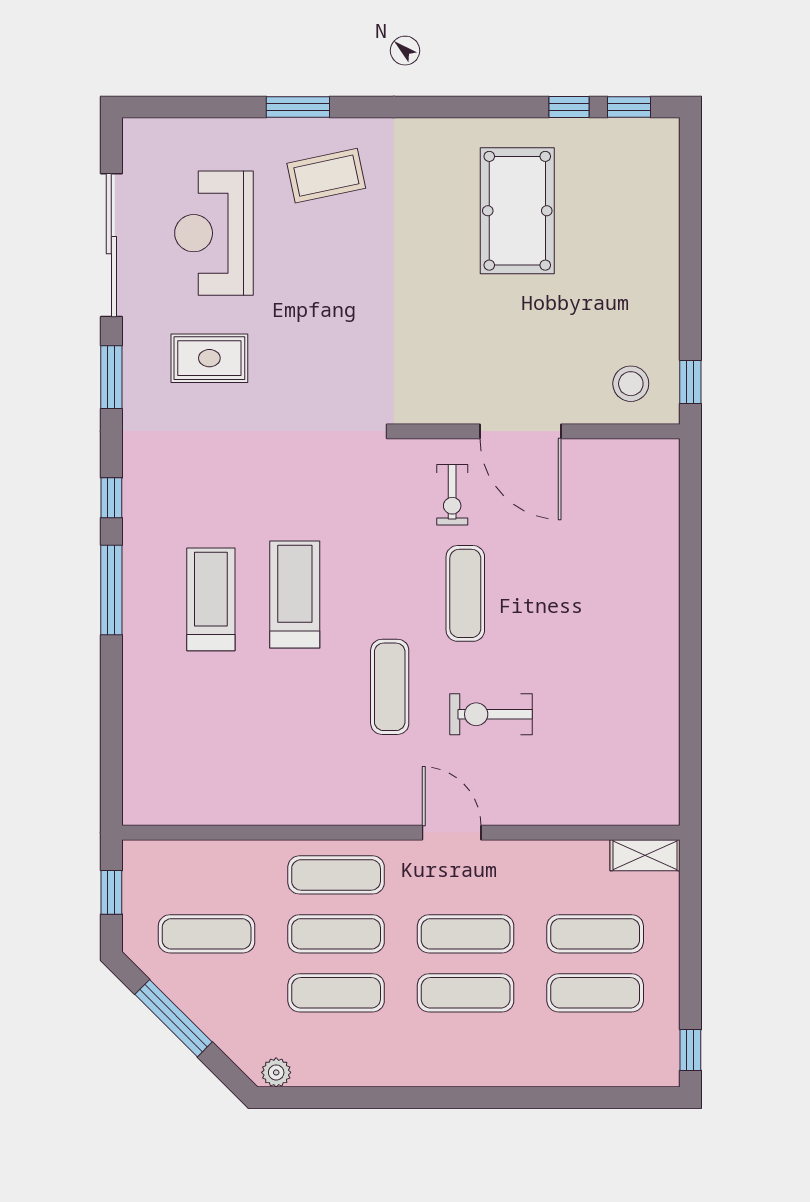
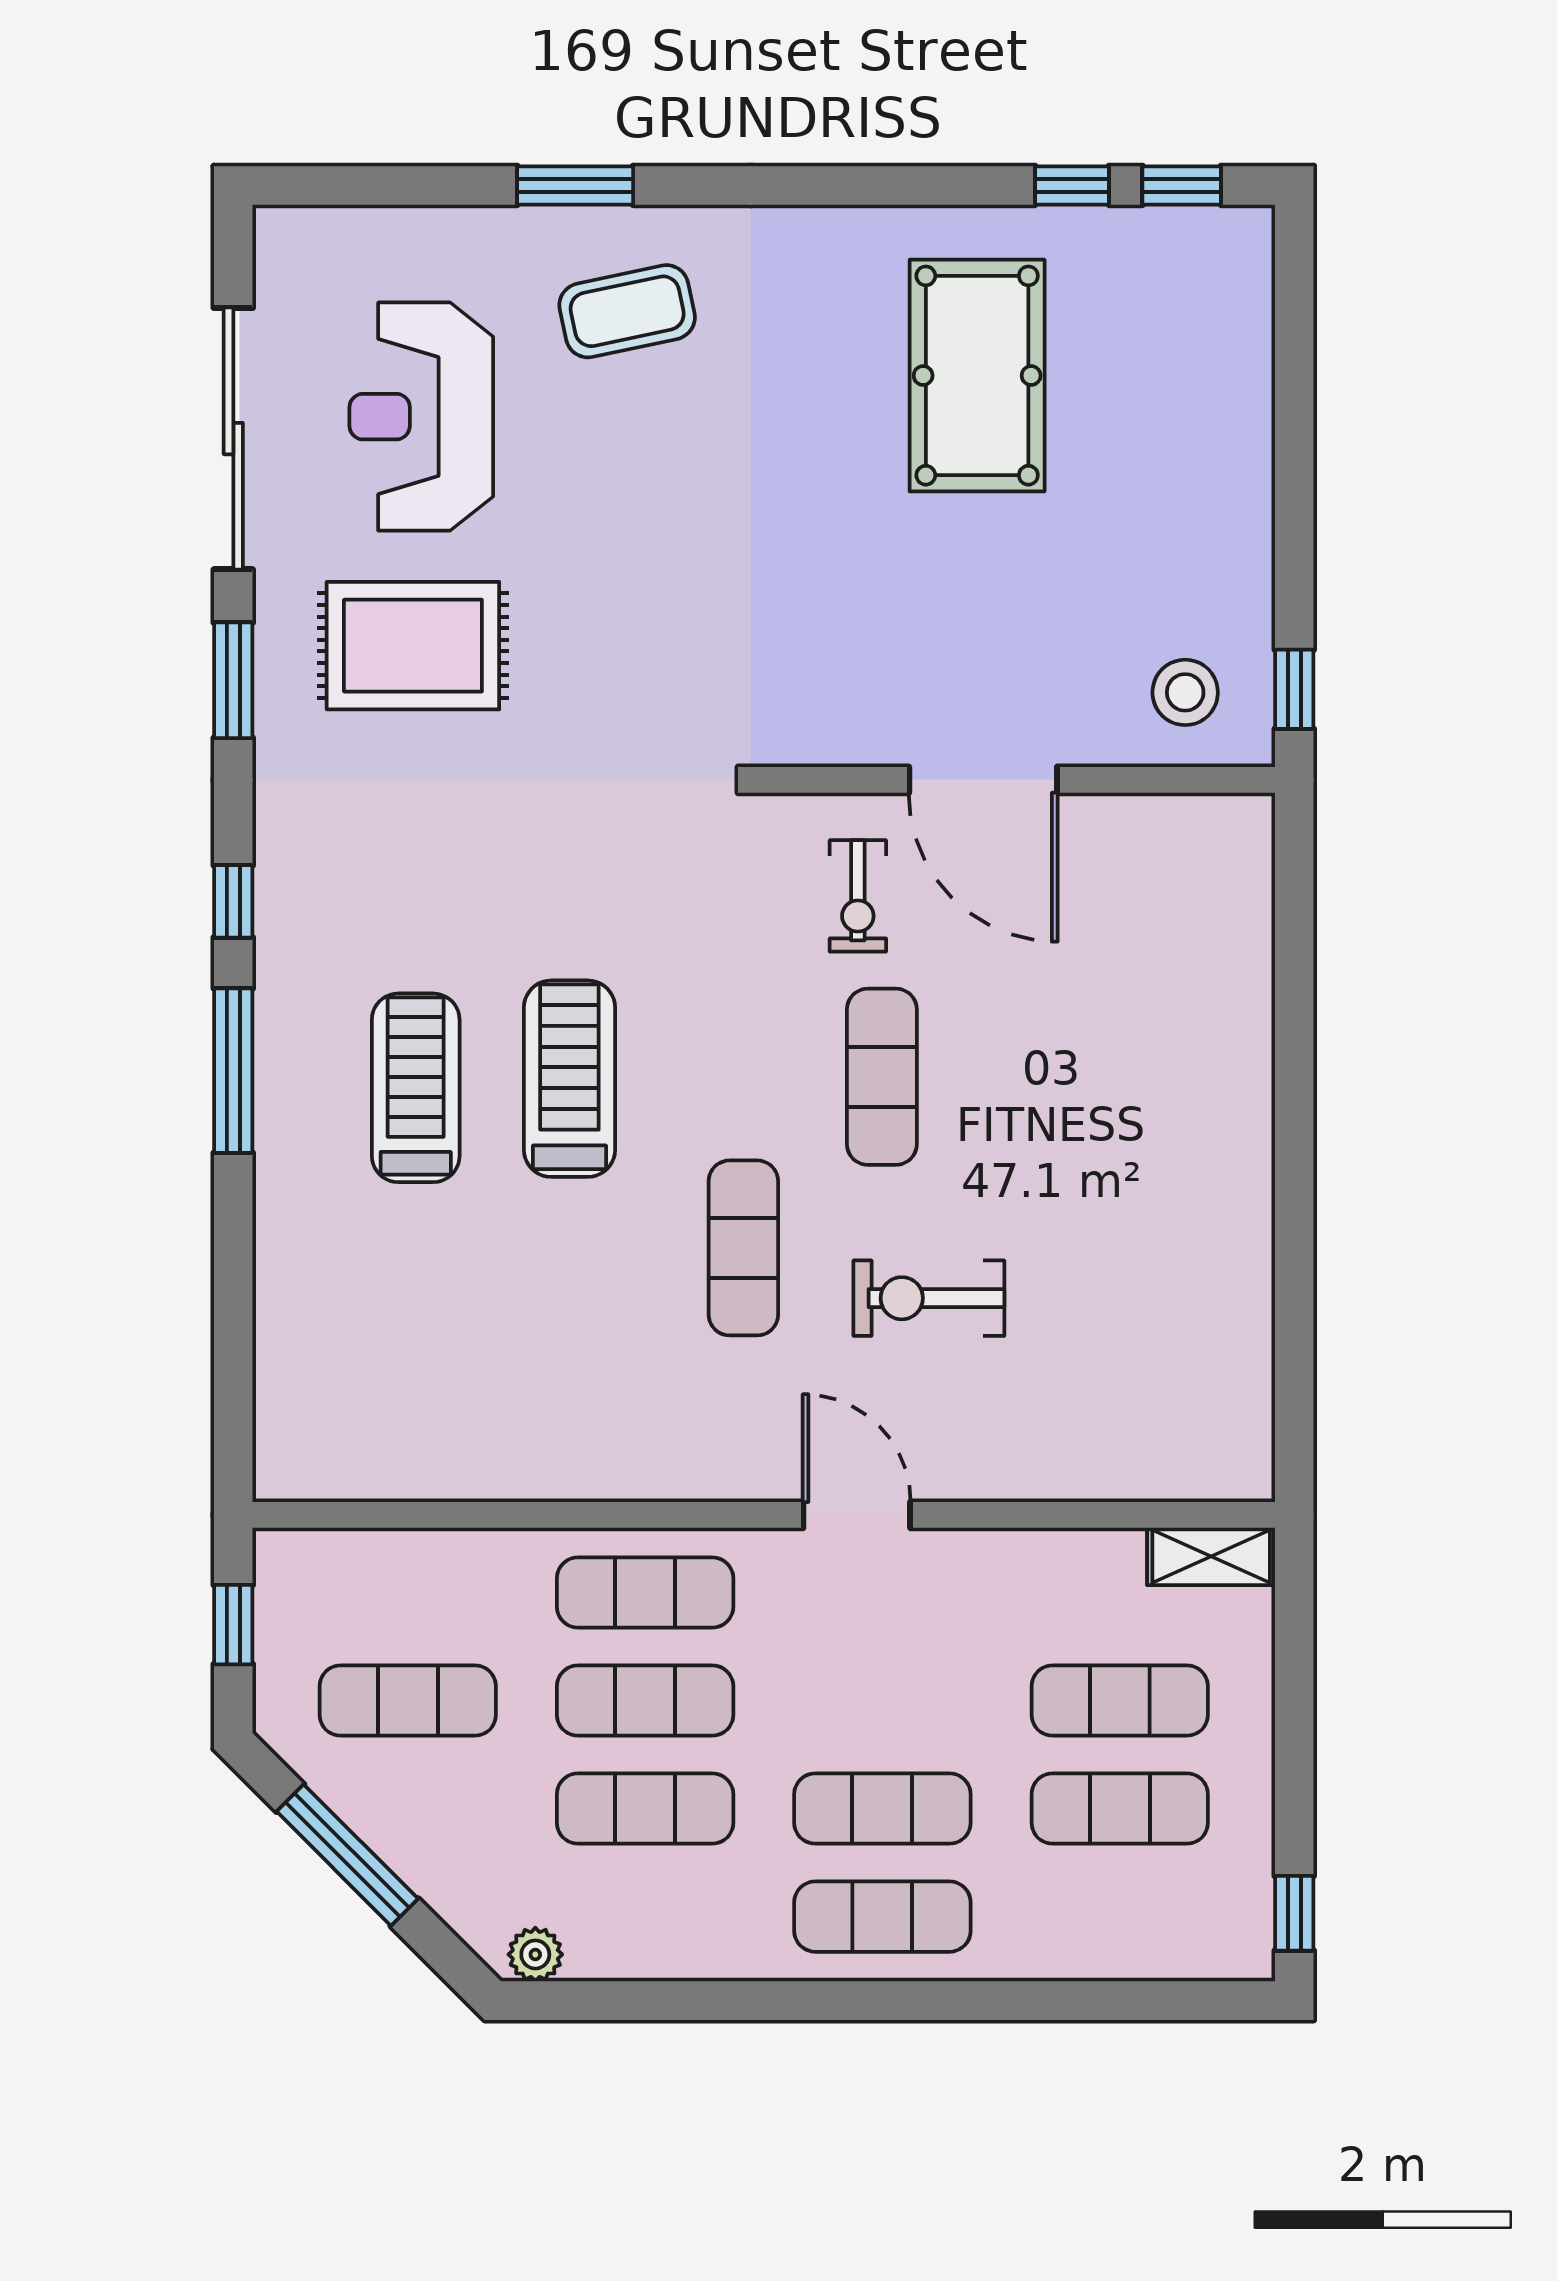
rug: (209, 358) -> (413, 646), width x1.36, depth x1.43
exercise mat: (466, 934) -> (882, 1917), moved

